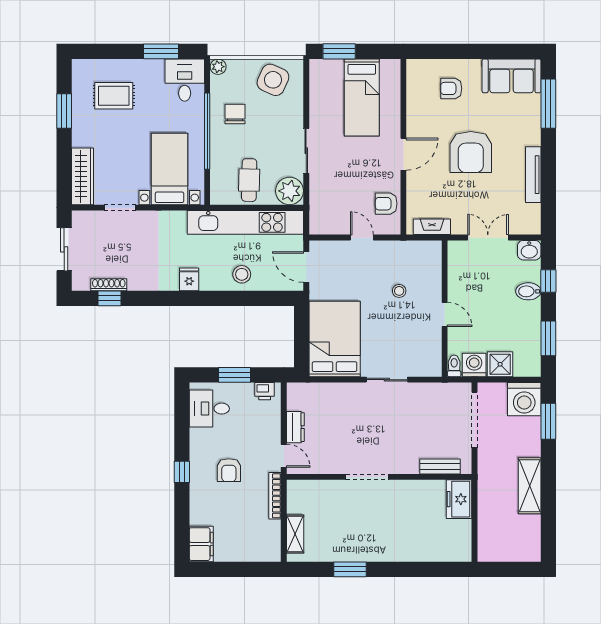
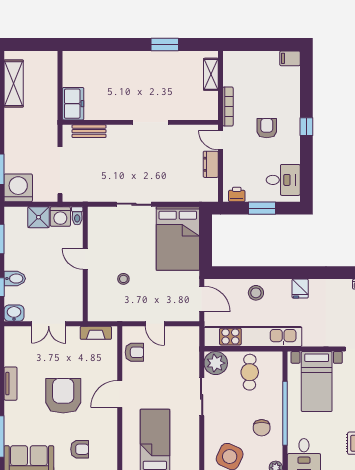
tv unit: (533, 175) -> (11, 384), width x0.71
shelving: (530, 486) -> (14, 84), moved
filing cabinet: (201, 544) -> (290, 58), width x0.50

